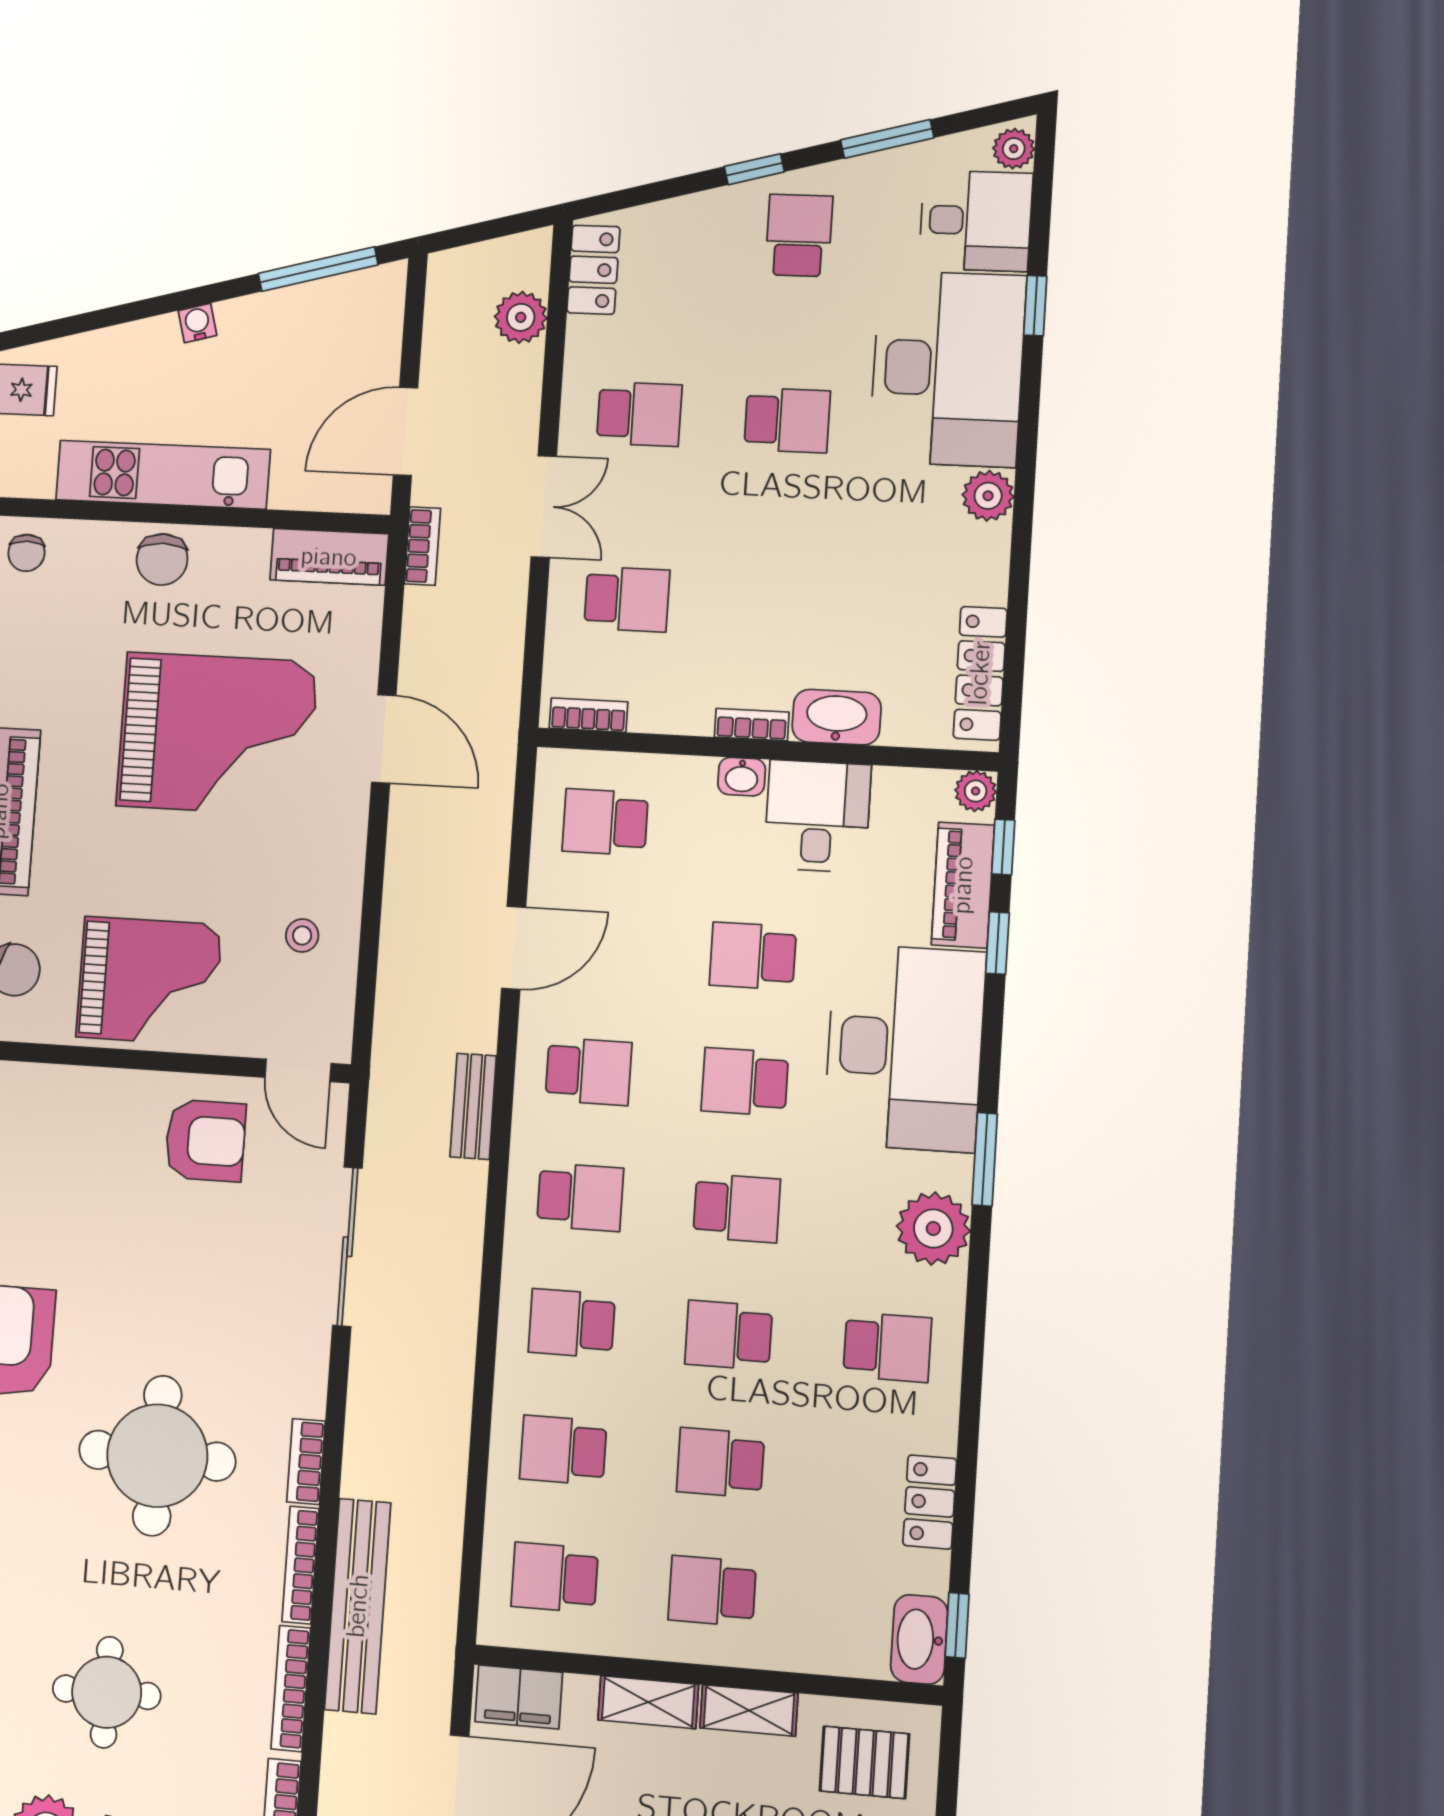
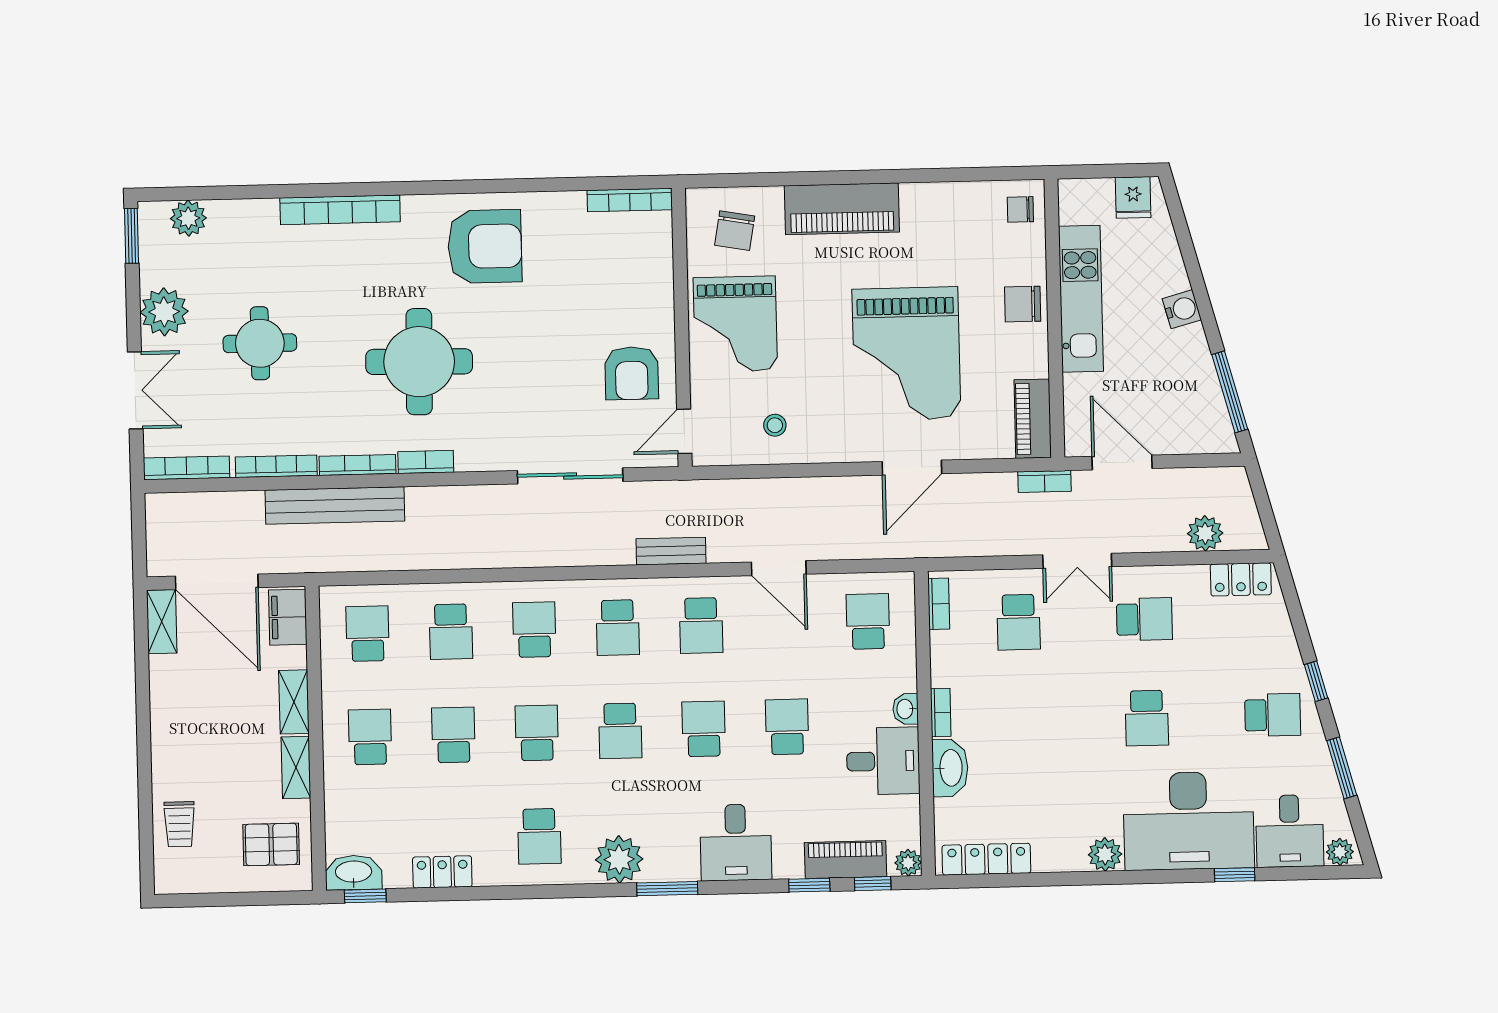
water cooler: (197, 323) -> (1182, 309), width x1.38, depth x1.38
school desk: (639, 414) -> (1144, 619), turned -90
desk: (905, 1048) -> (736, 842), width x0.53, depth x0.77
school desk: (563, 1450) -> (451, 632), turned 180
pallet: (865, 1762) -> (271, 844), turned 90

